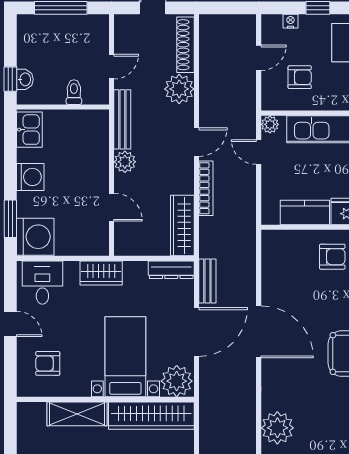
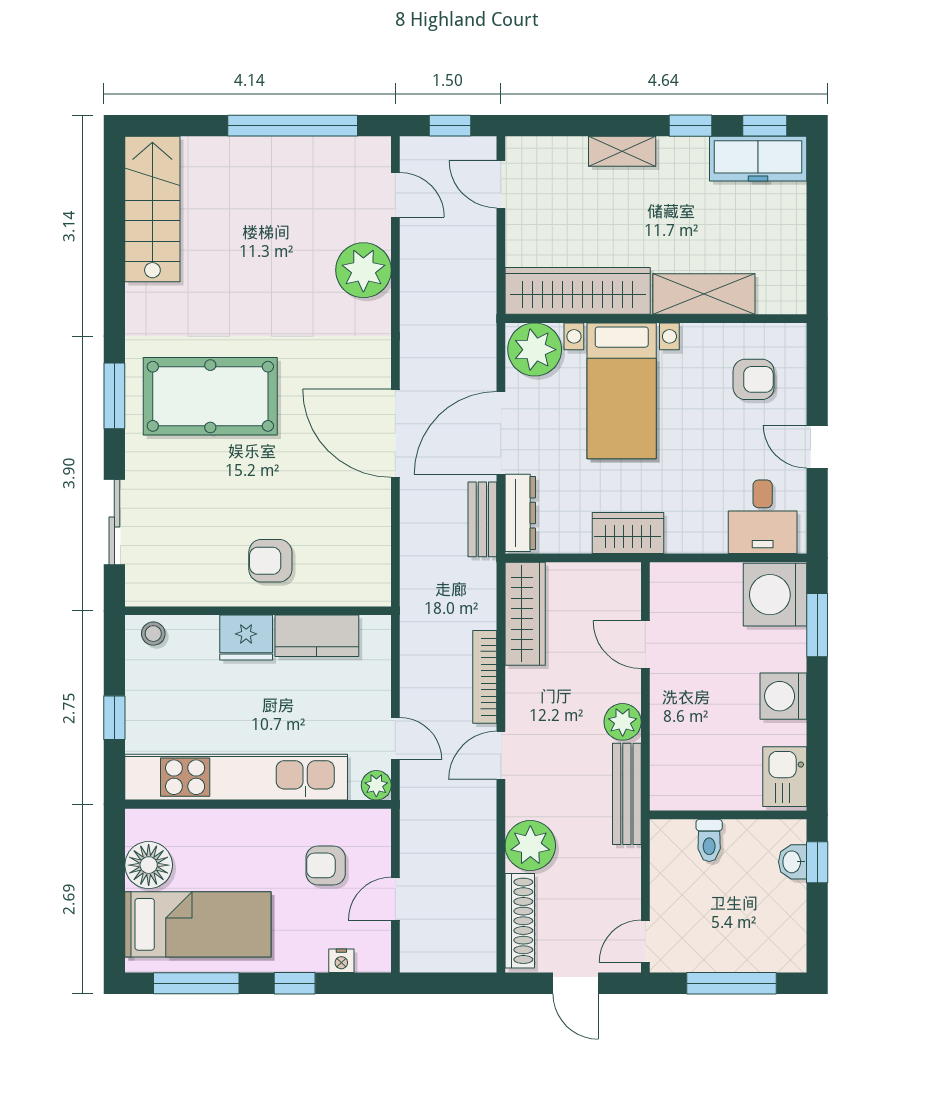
door: (112, 67) -> (645, 941), moved
dresser: (171, 270) -> (520, 513), moved, turned 90
wardrobe: (101, 273) -> (628, 533), moved

